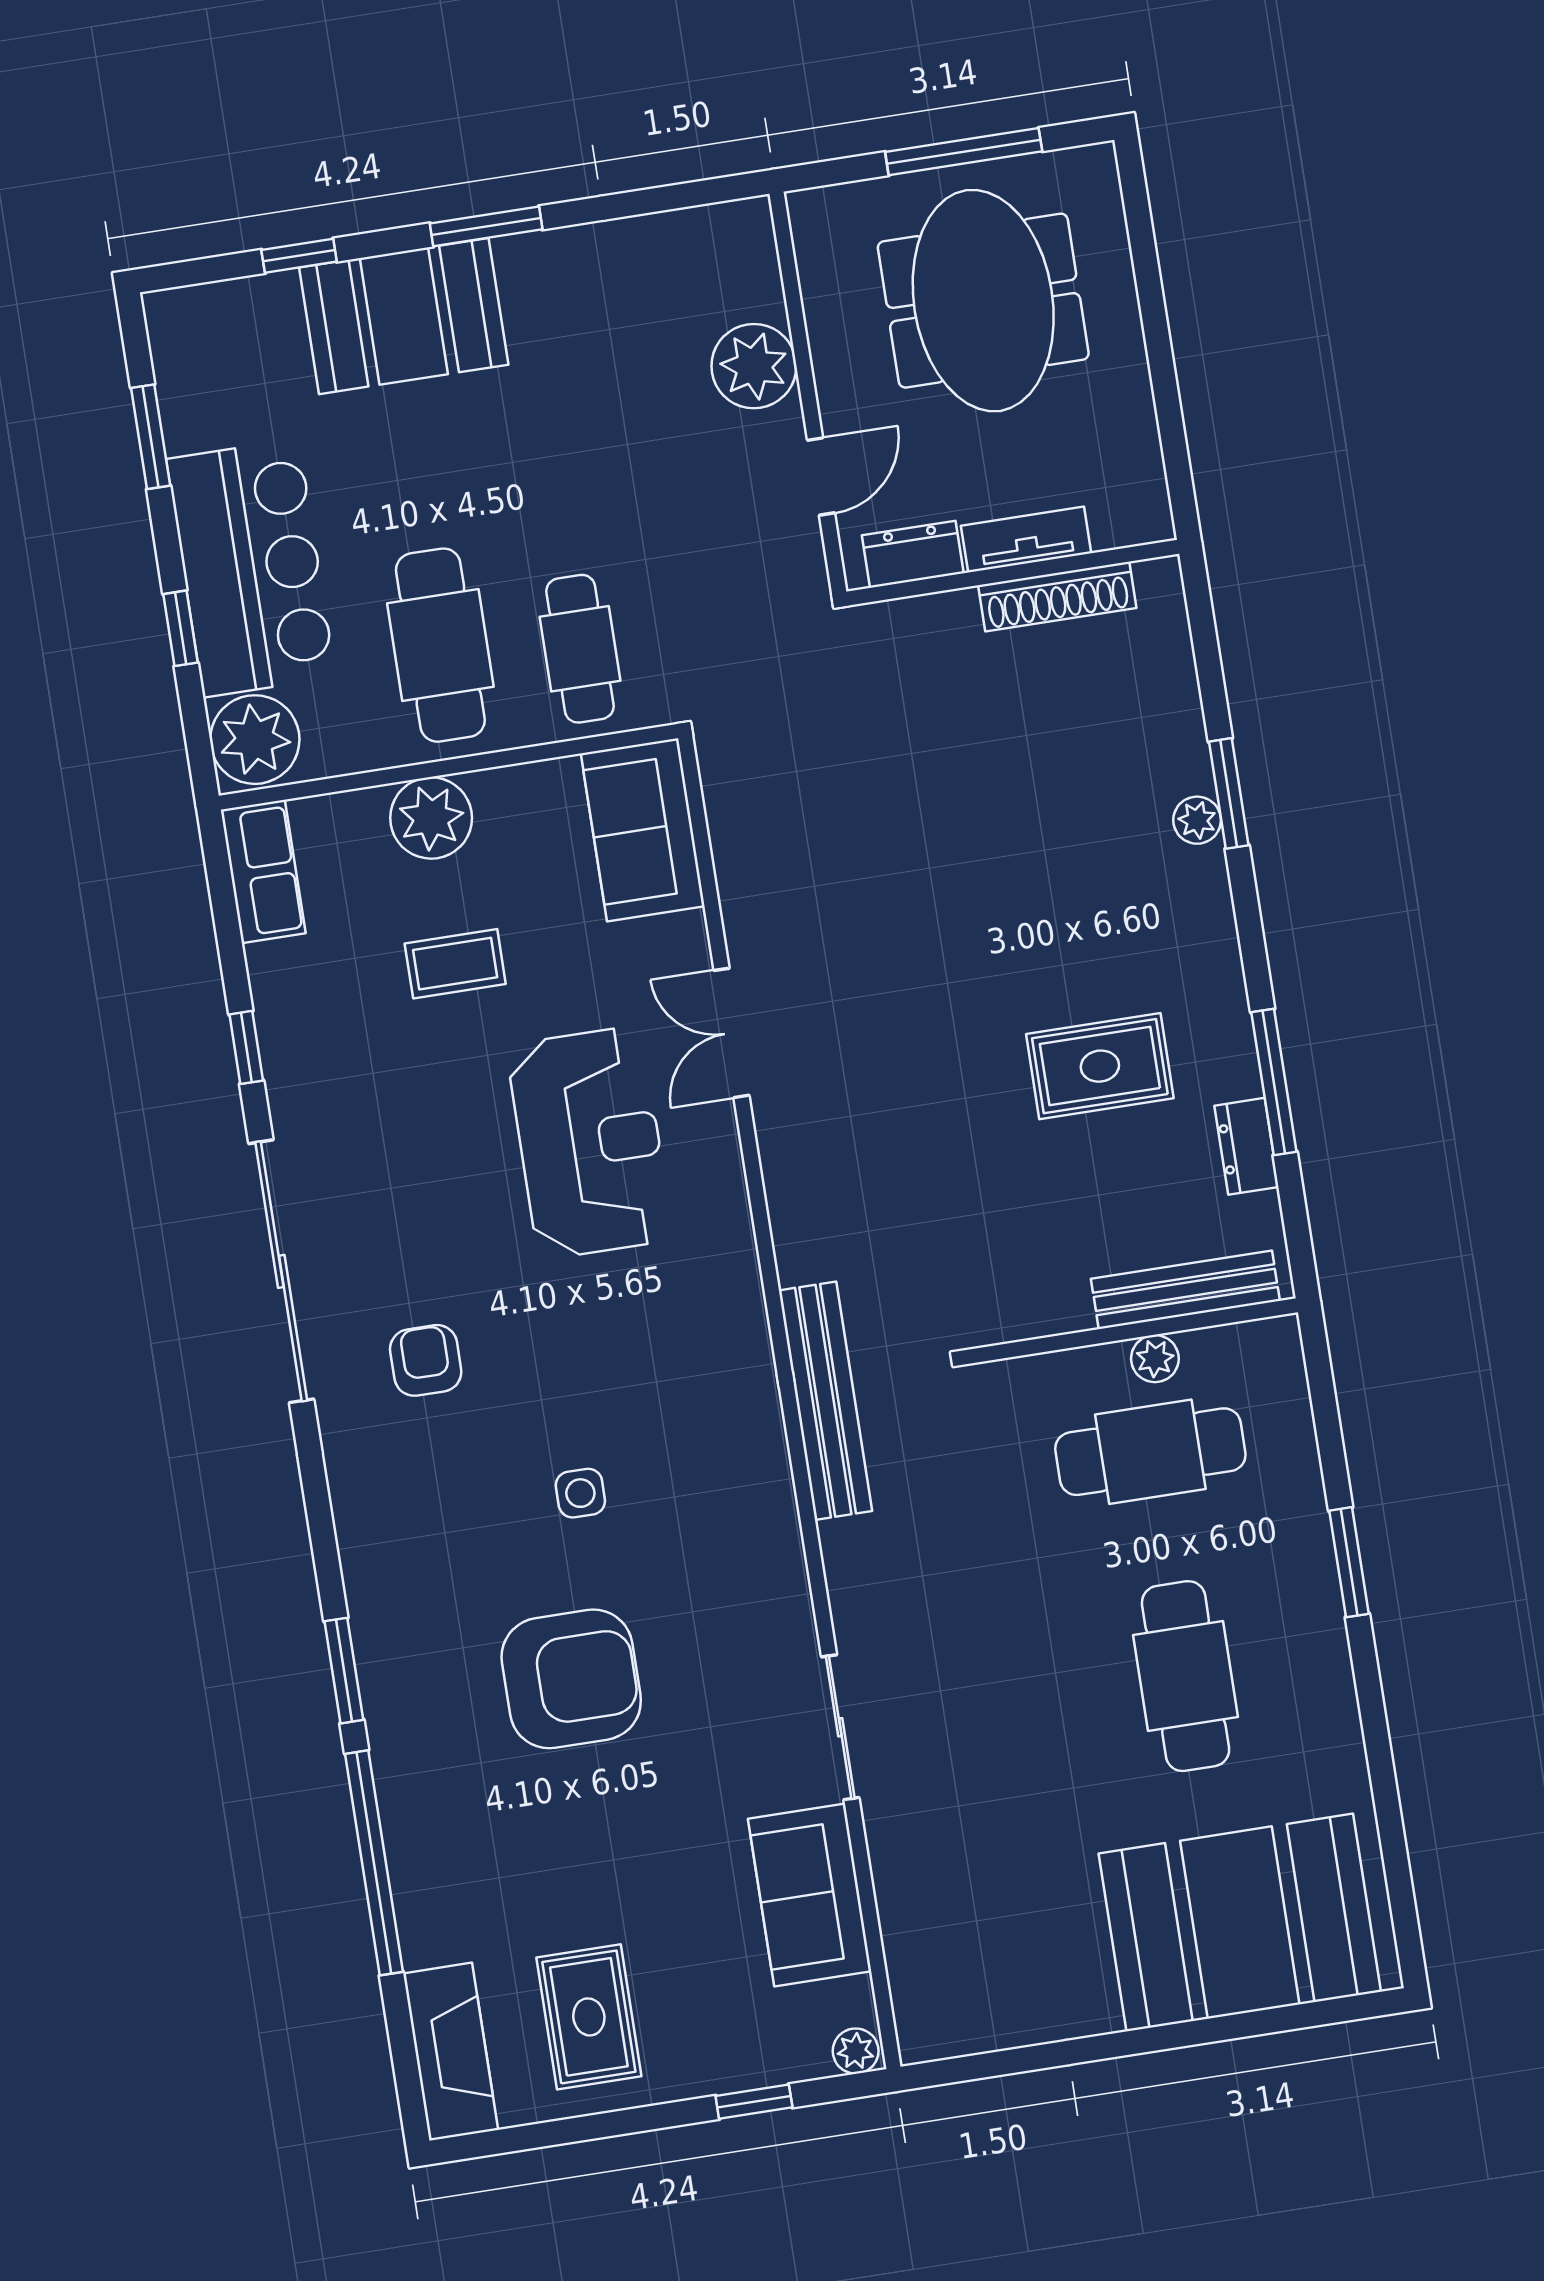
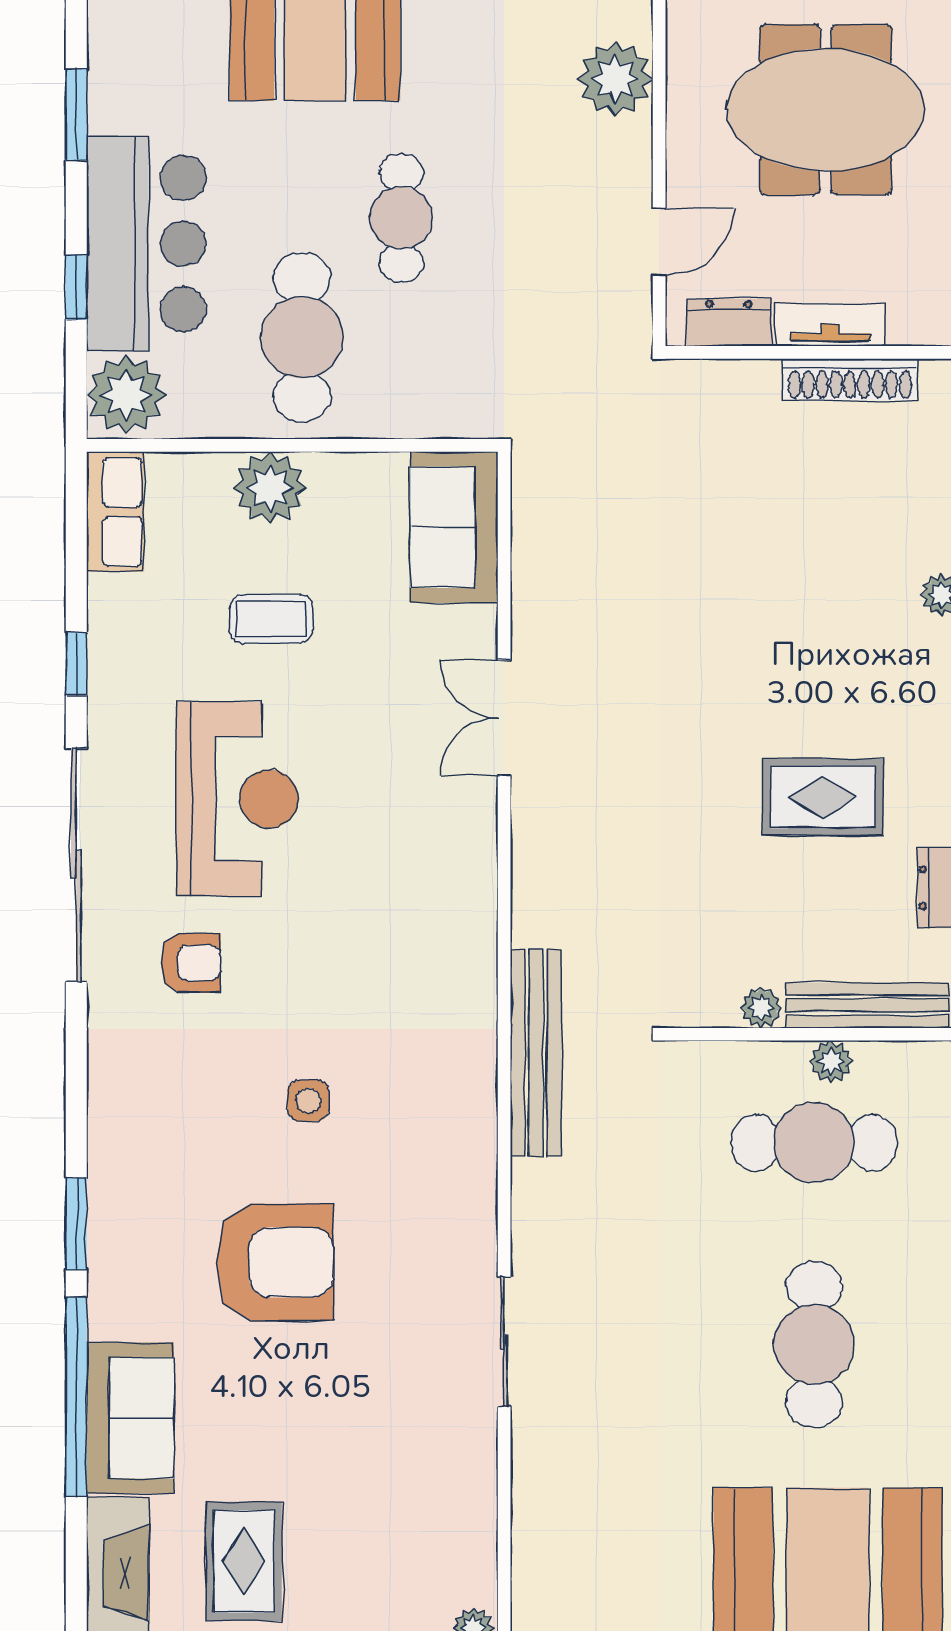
meeting table: (983, 301) -> (826, 110), turned 90
plant: (754, 366) -> (615, 79), moved
cafe table: (580, 649) -> (401, 218), moved
reception desk: (590, 1143) -> (237, 799), moved
plant: (1068, 1311) -> (761, 1008), added
armchair: (426, 1360) -> (191, 963), turned 90
sofa: (810, 1895) -> (130, 1418), moved, turned 180

